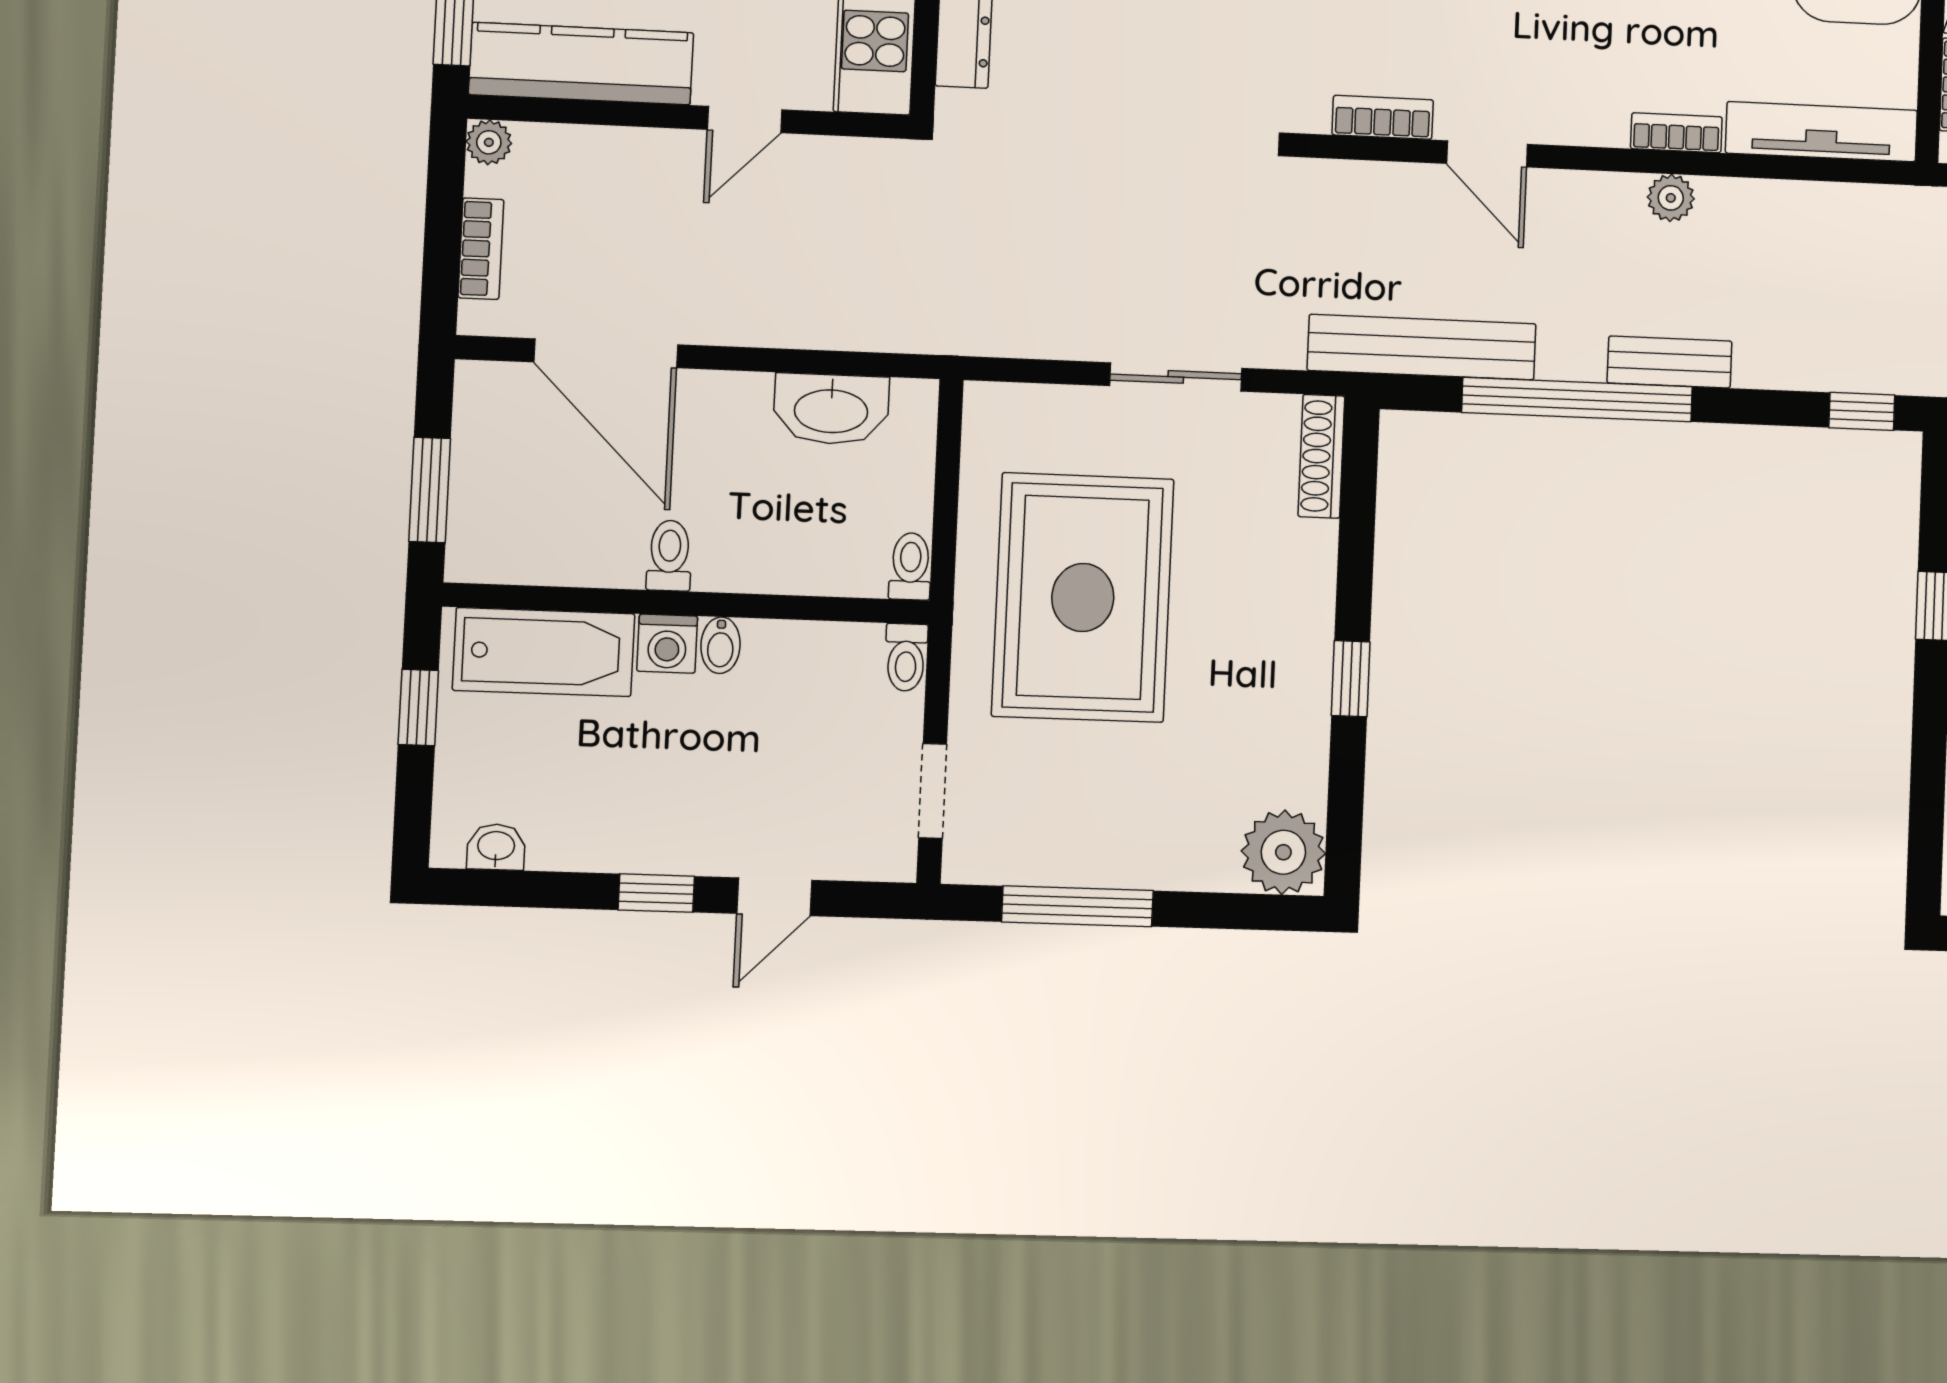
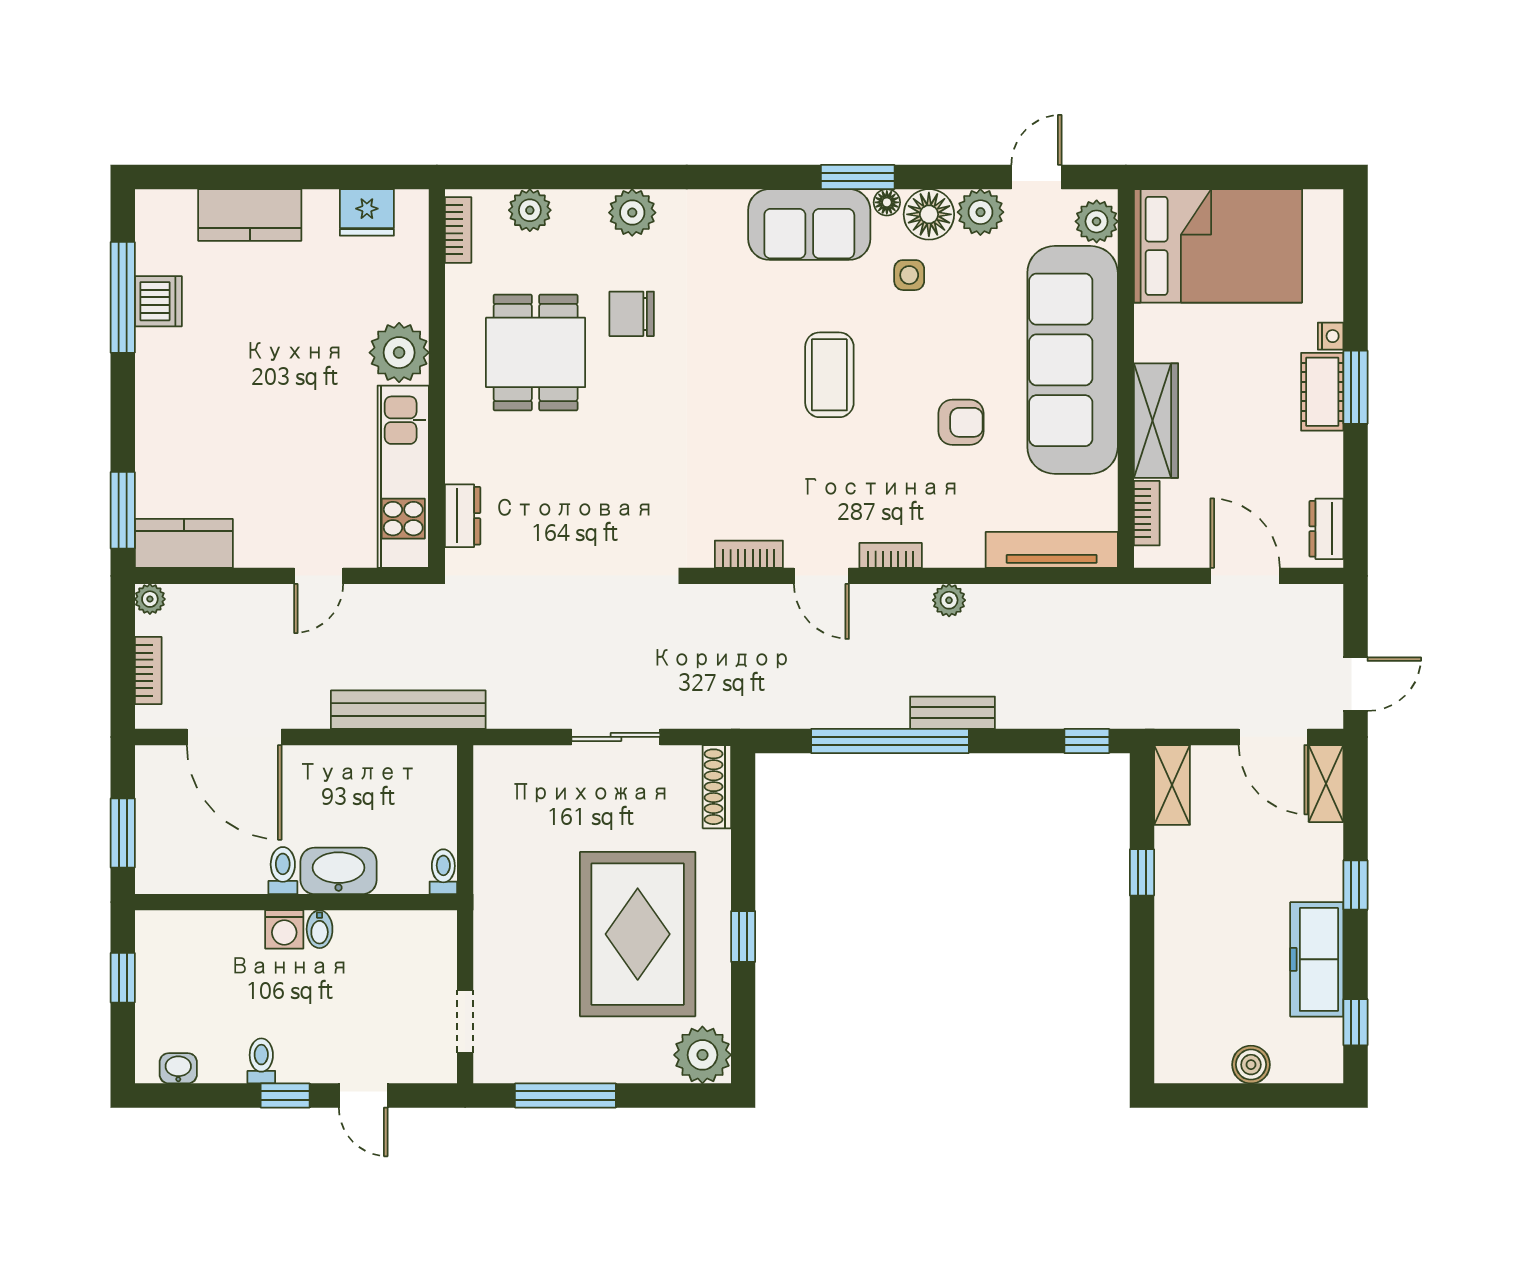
kitchen counter: (581, 64) -> (184, 543), width x0.67
bookcase: (1676, 133) -> (891, 555), moved
bench: (1422, 347) -> (408, 710), moved
washbasin: (831, 409) -> (339, 871), moved, turned 180
rug: (1083, 598) -> (638, 934), moved
bathtub: (544, 652) -> (203, 938), removed
toilet: (906, 657) -> (261, 1061), moved, turned 180
door: (774, 897) -> (363, 1096), hinge flipped

